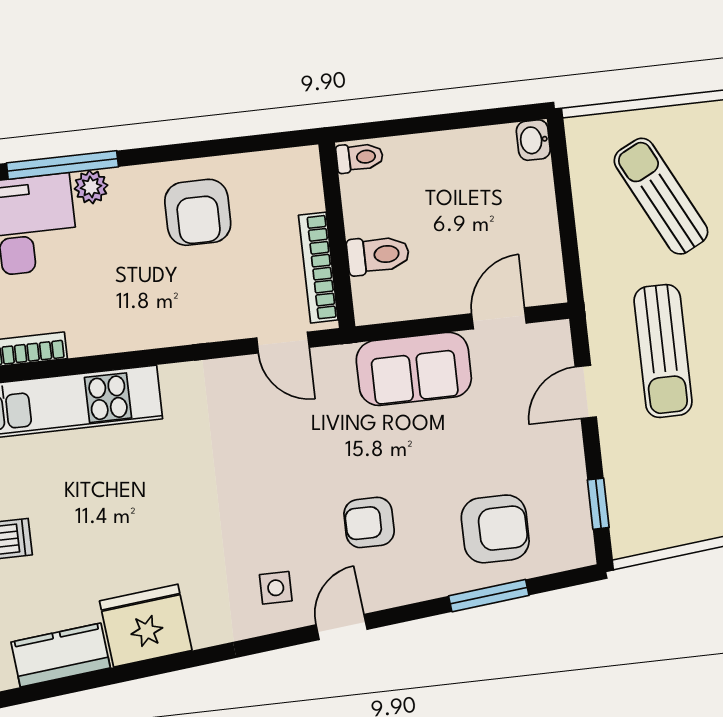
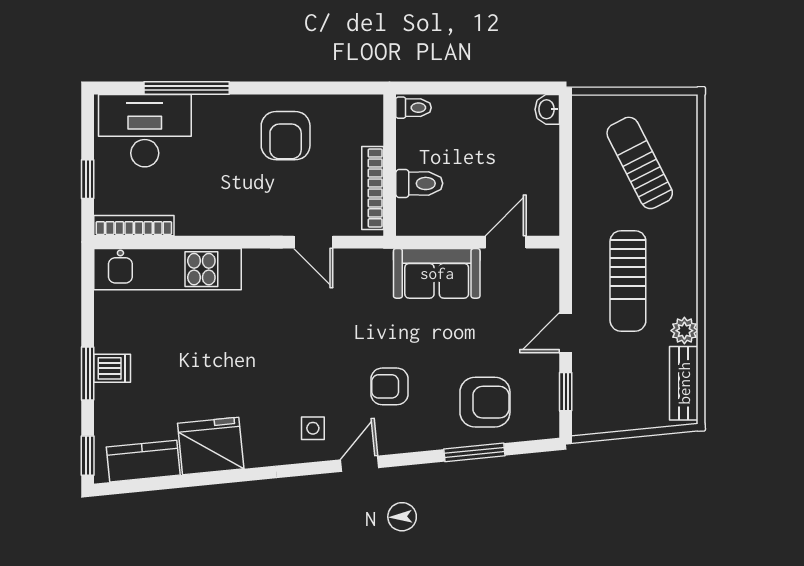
plant: (91, 187) -> (206, 107), removed
door: (283, 343) -> (313, 242), moved
door: (586, 392) -> (566, 333), moved

